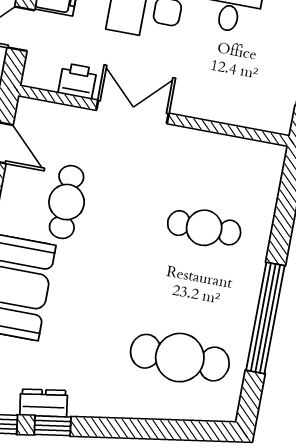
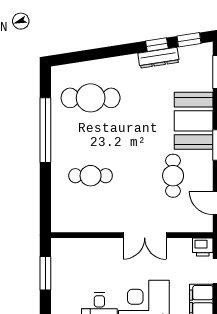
printer: (78, 81) -> (203, 247), moved
dresser: (44, 403) -> (159, 58), width x1.44

